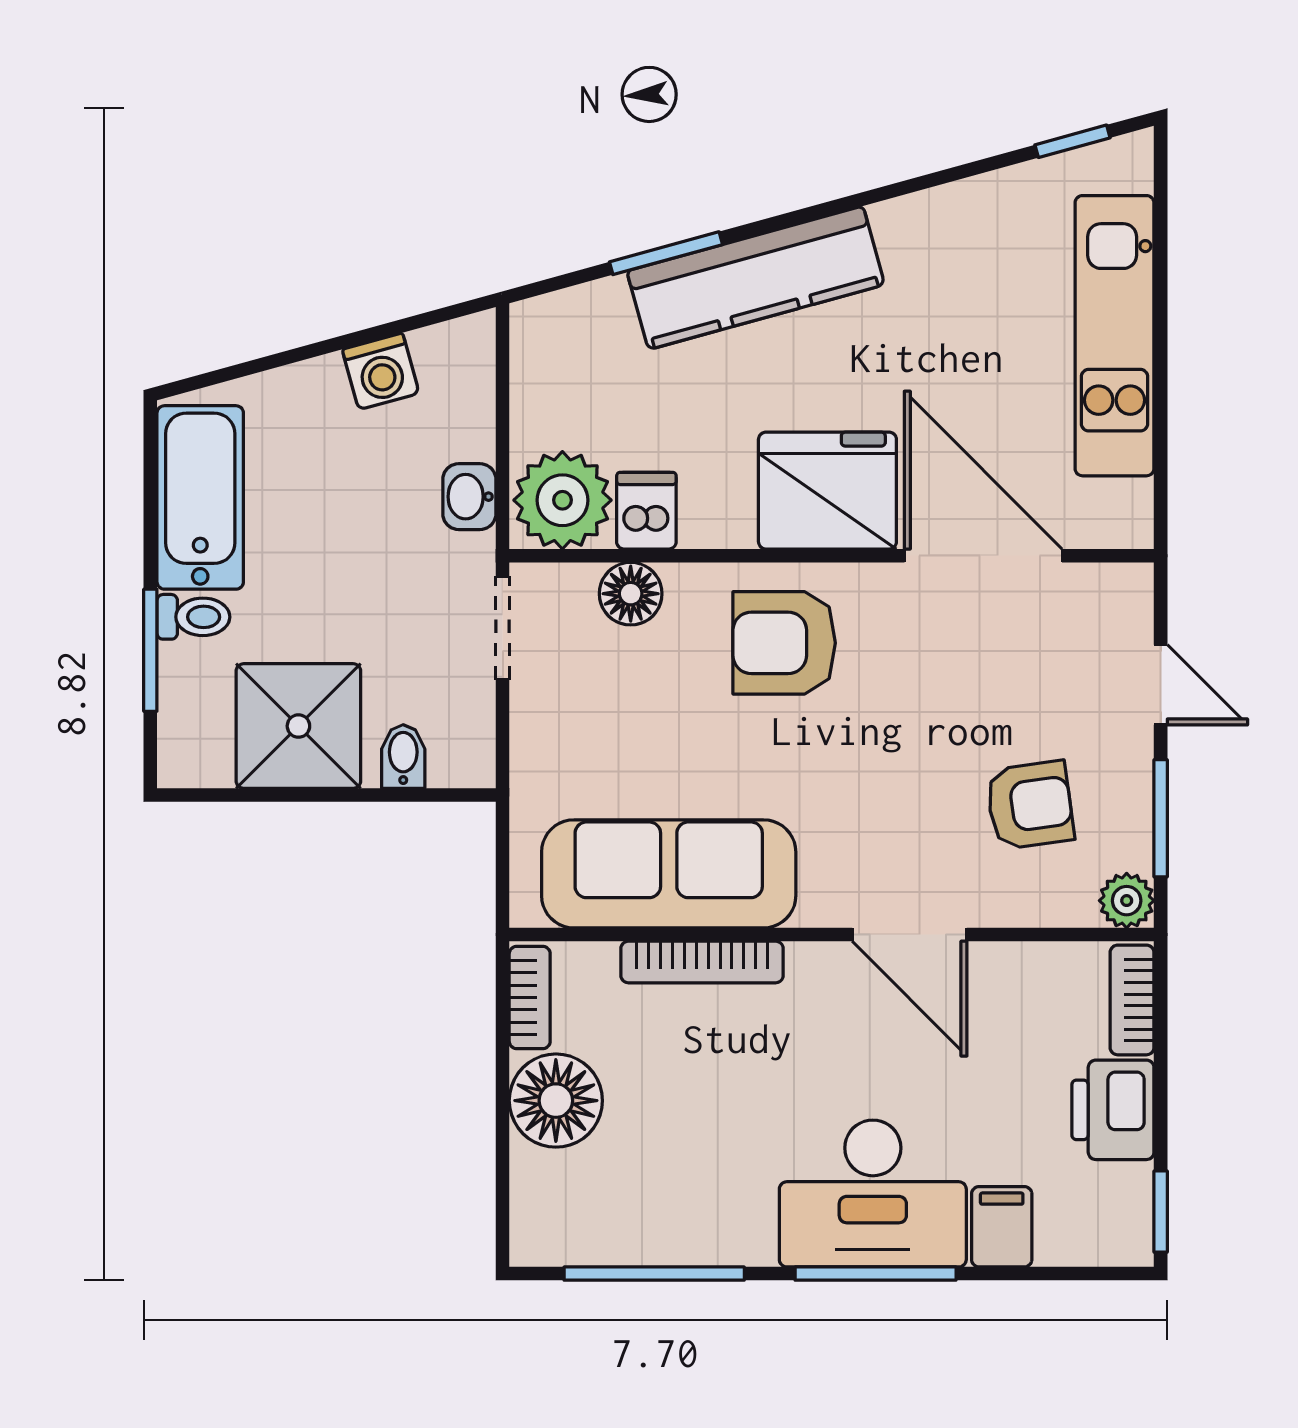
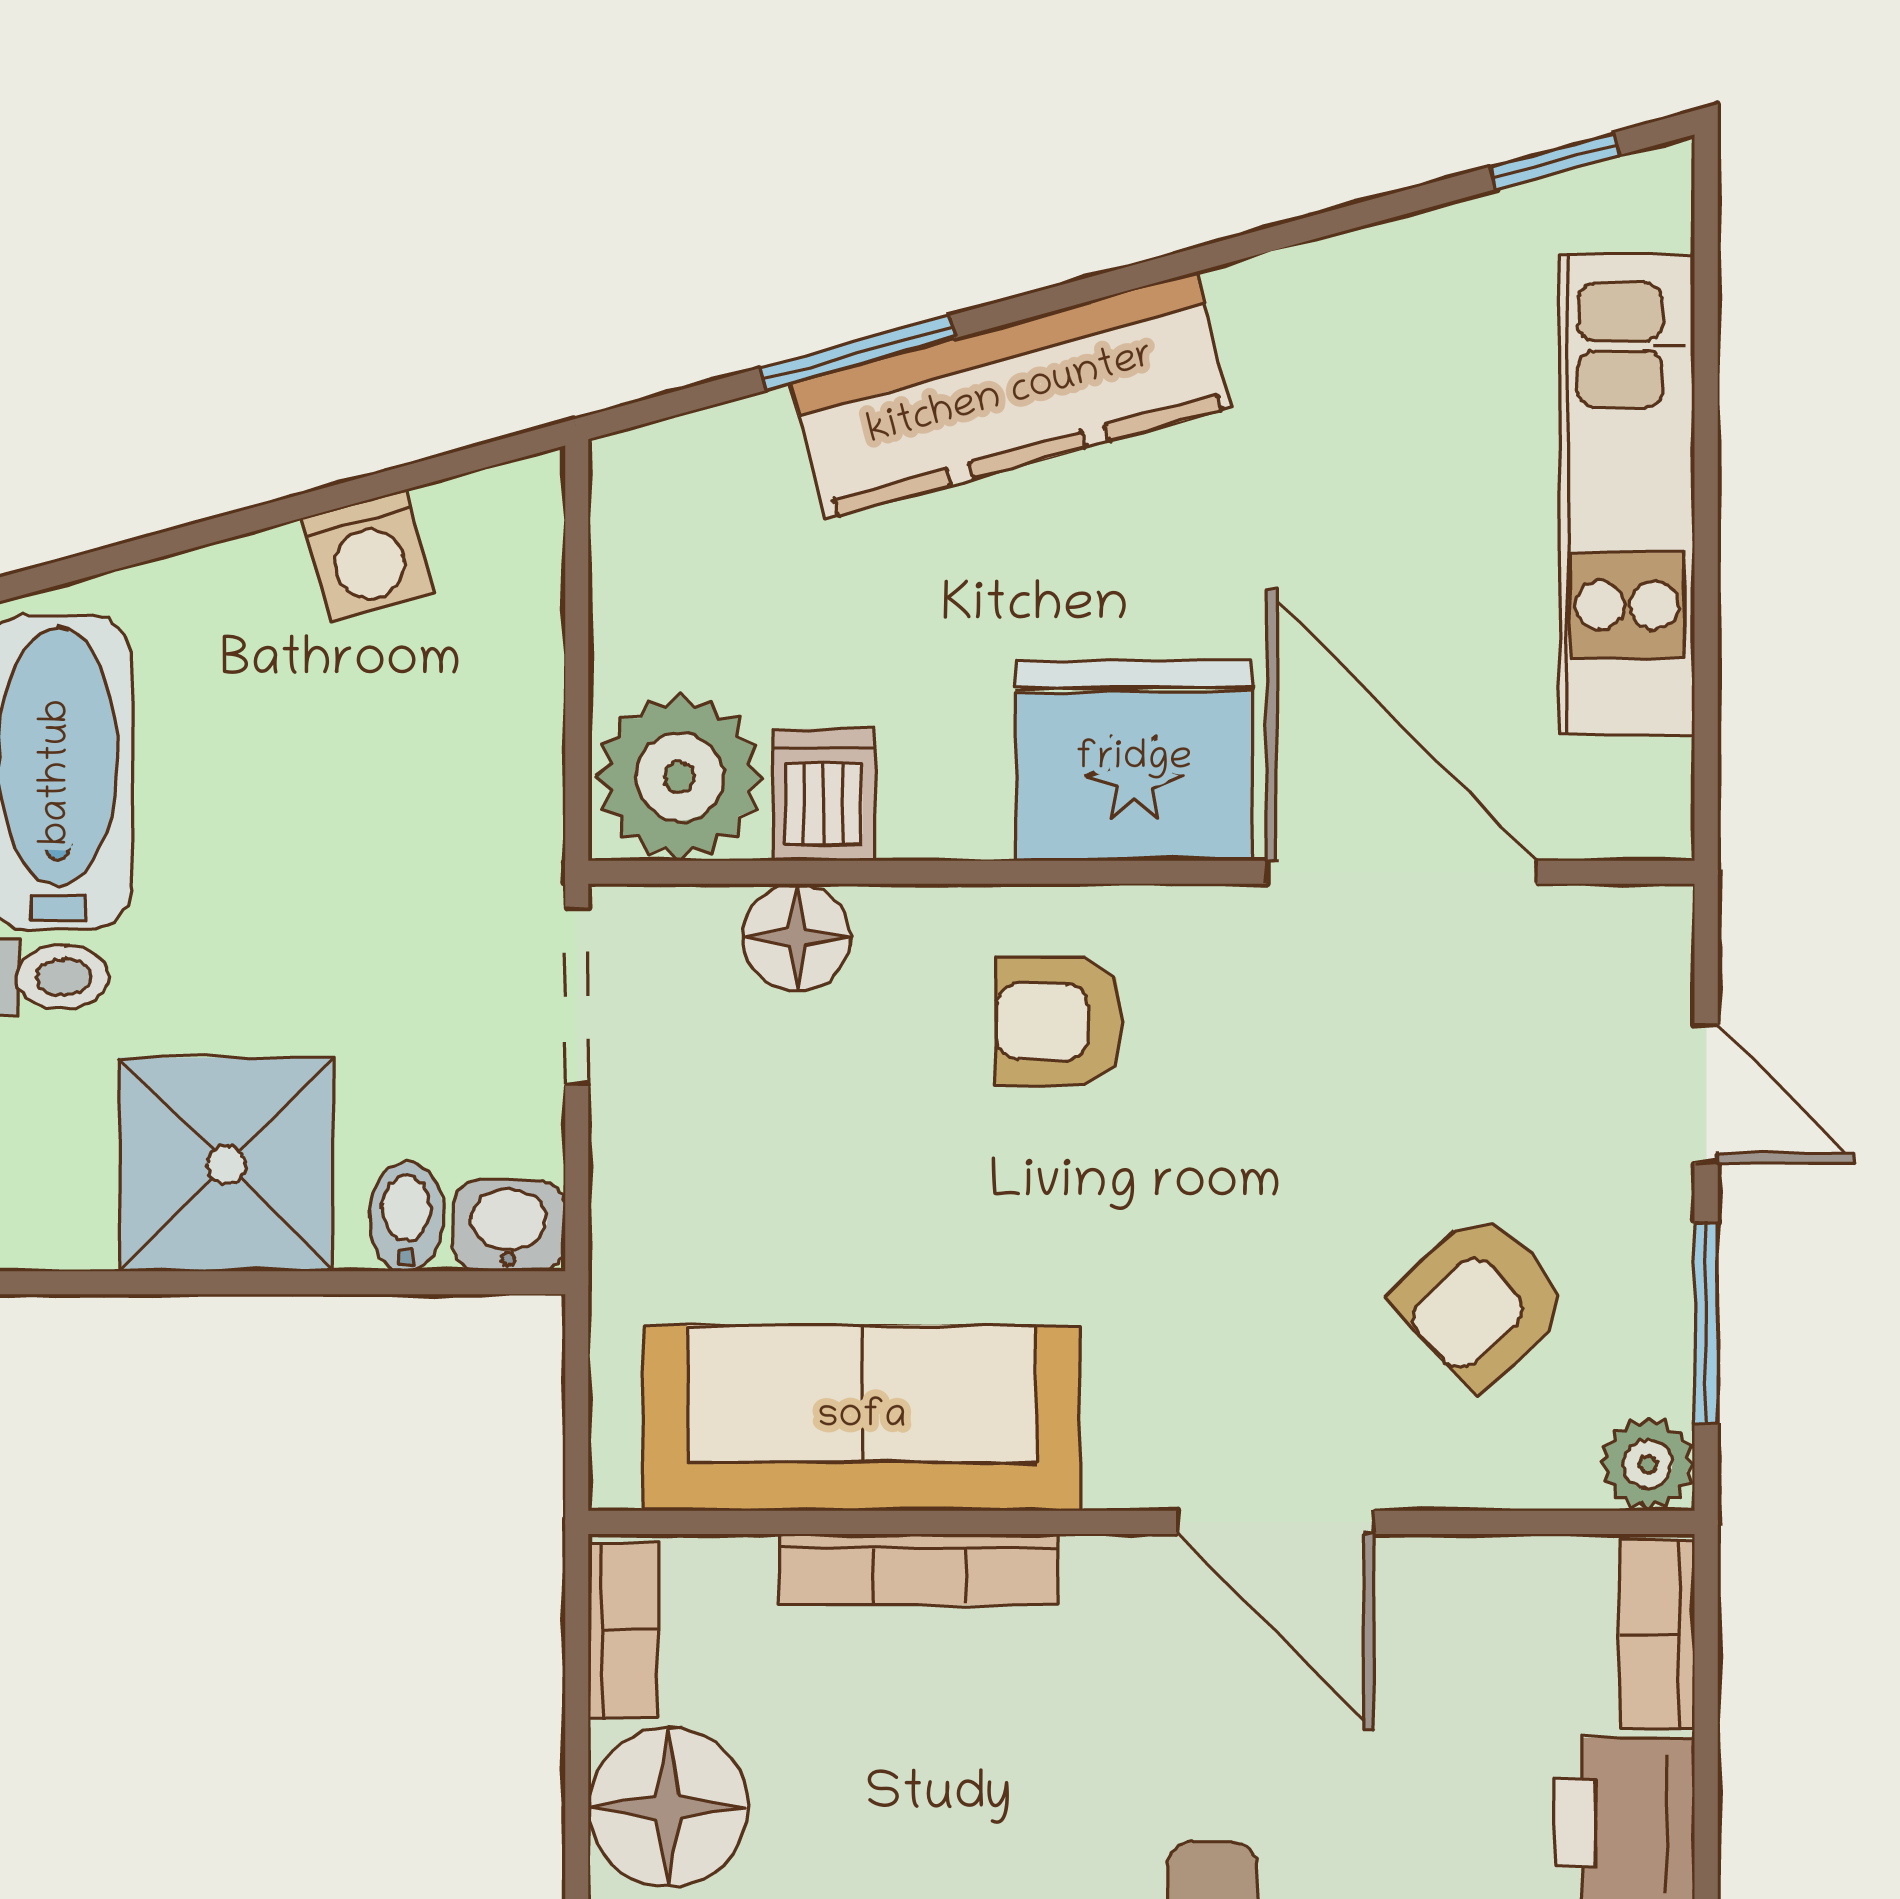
washbasin: (469, 497) -> (509, 1226), moved, turned 90
armchair: (784, 643) -> (1060, 1022), width x0.72, depth x0.72
armchair: (1030, 805) -> (1482, 1300), turned 145

